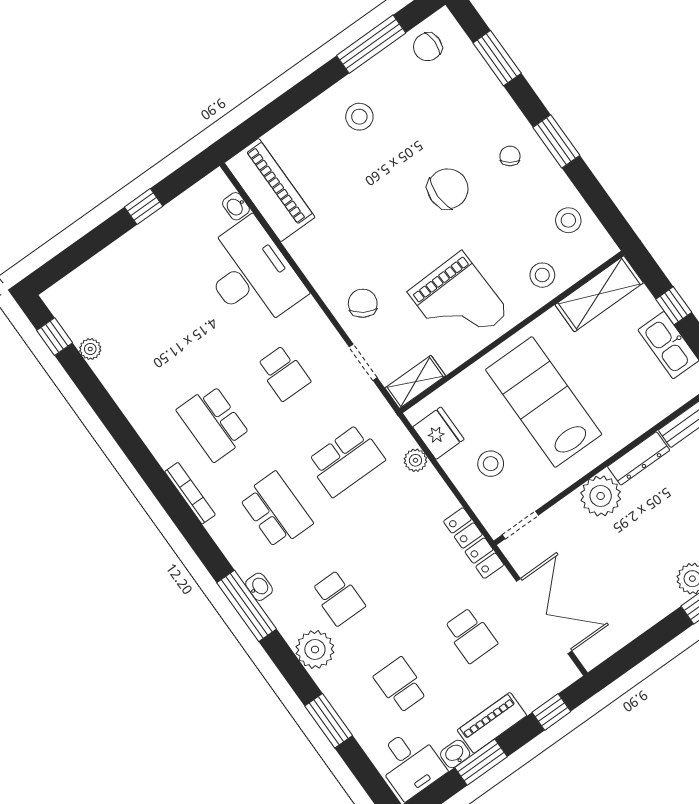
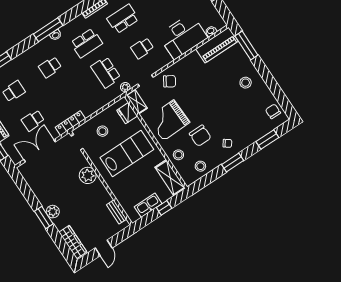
window: (371, 44) -> (246, 45), moved
chair: (448, 189) -> (200, 136), moved
fridge: (438, 433) -> (127, 113), moved, turned 90
dresser: (639, 458) -> (102, 191), removed
plant: (415, 460) -> (125, 87), moved
double door: (544, 616) -> (40, 151), swing flipped
plant: (315, 650) -> (29, 57), removed

